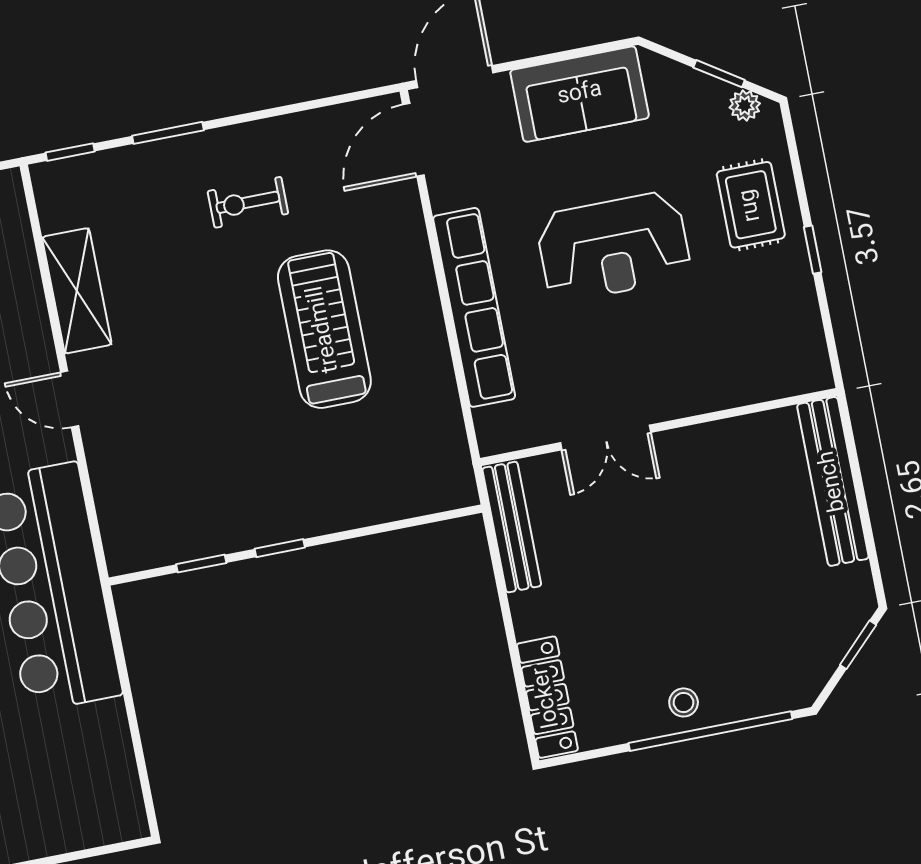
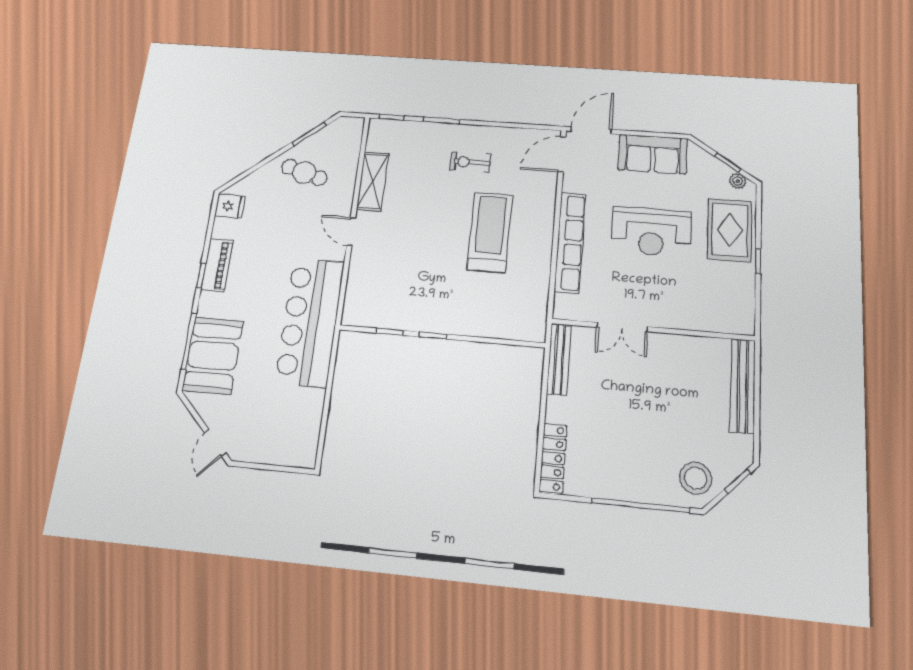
rug: (751, 205) -> (730, 230), width x1.36, depth x1.43
stool: (684, 702) -> (696, 478), moved, width x1.89, depth x1.89

